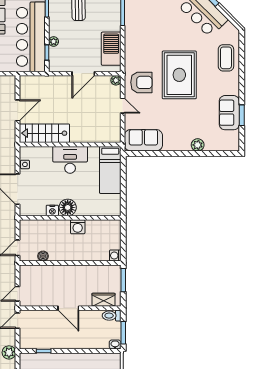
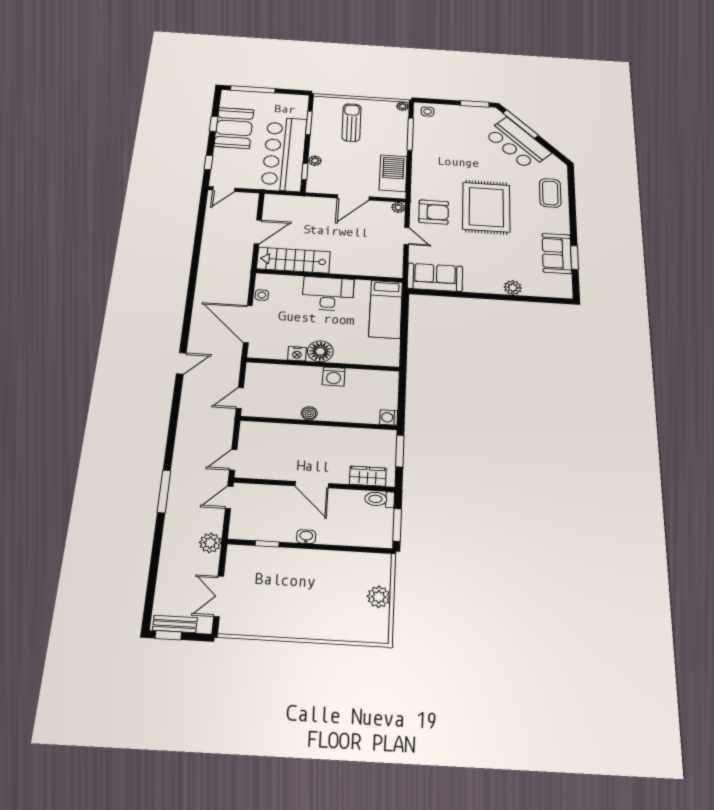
boiler: (43, 256) -> (309, 413), moved
washbasin: (115, 344) -> (306, 537), moved

